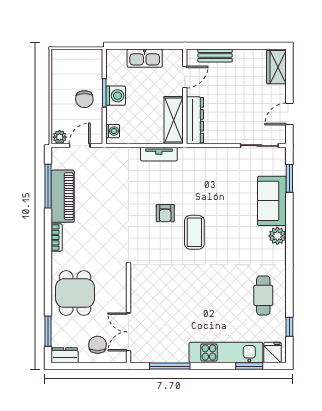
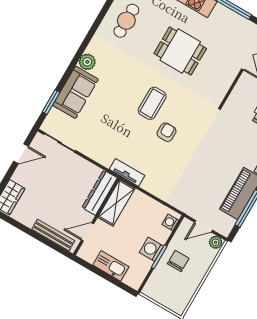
bench: (215, 55) -> (53, 235), width x1.36
tv unit: (159, 154) -> (127, 172), moved
dining table: (197, 296) -> (180, 51), added

